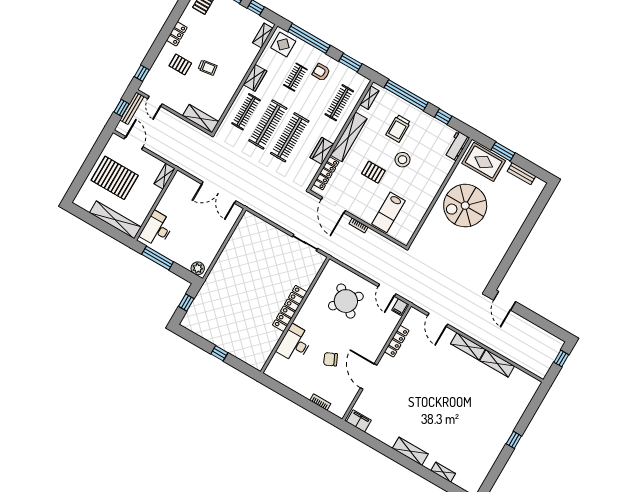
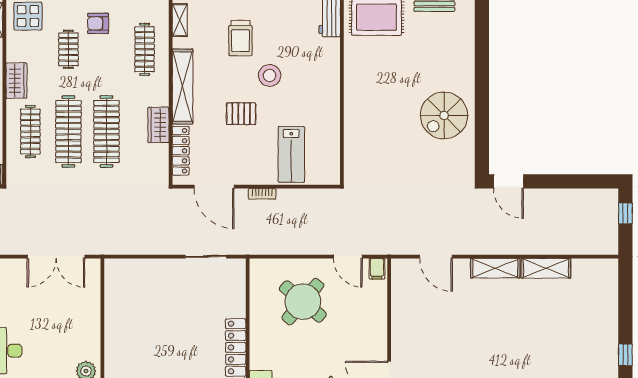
spiral stairs: (465, 206) -> (444, 115), moved, width x0.73, depth x0.73
locker: (397, 341) -> (399, 315), removed

